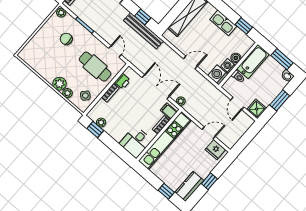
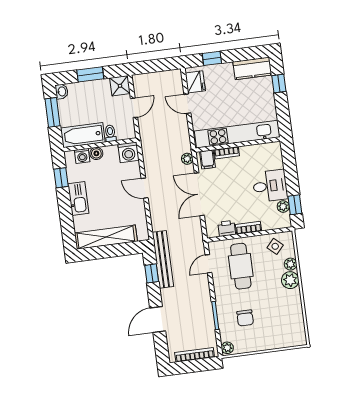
washing machine: (228, 66) -> (82, 156), moved
desk: (136, 142) -> (270, 186), moved
window: (209, 181) -> (212, 58), moved

